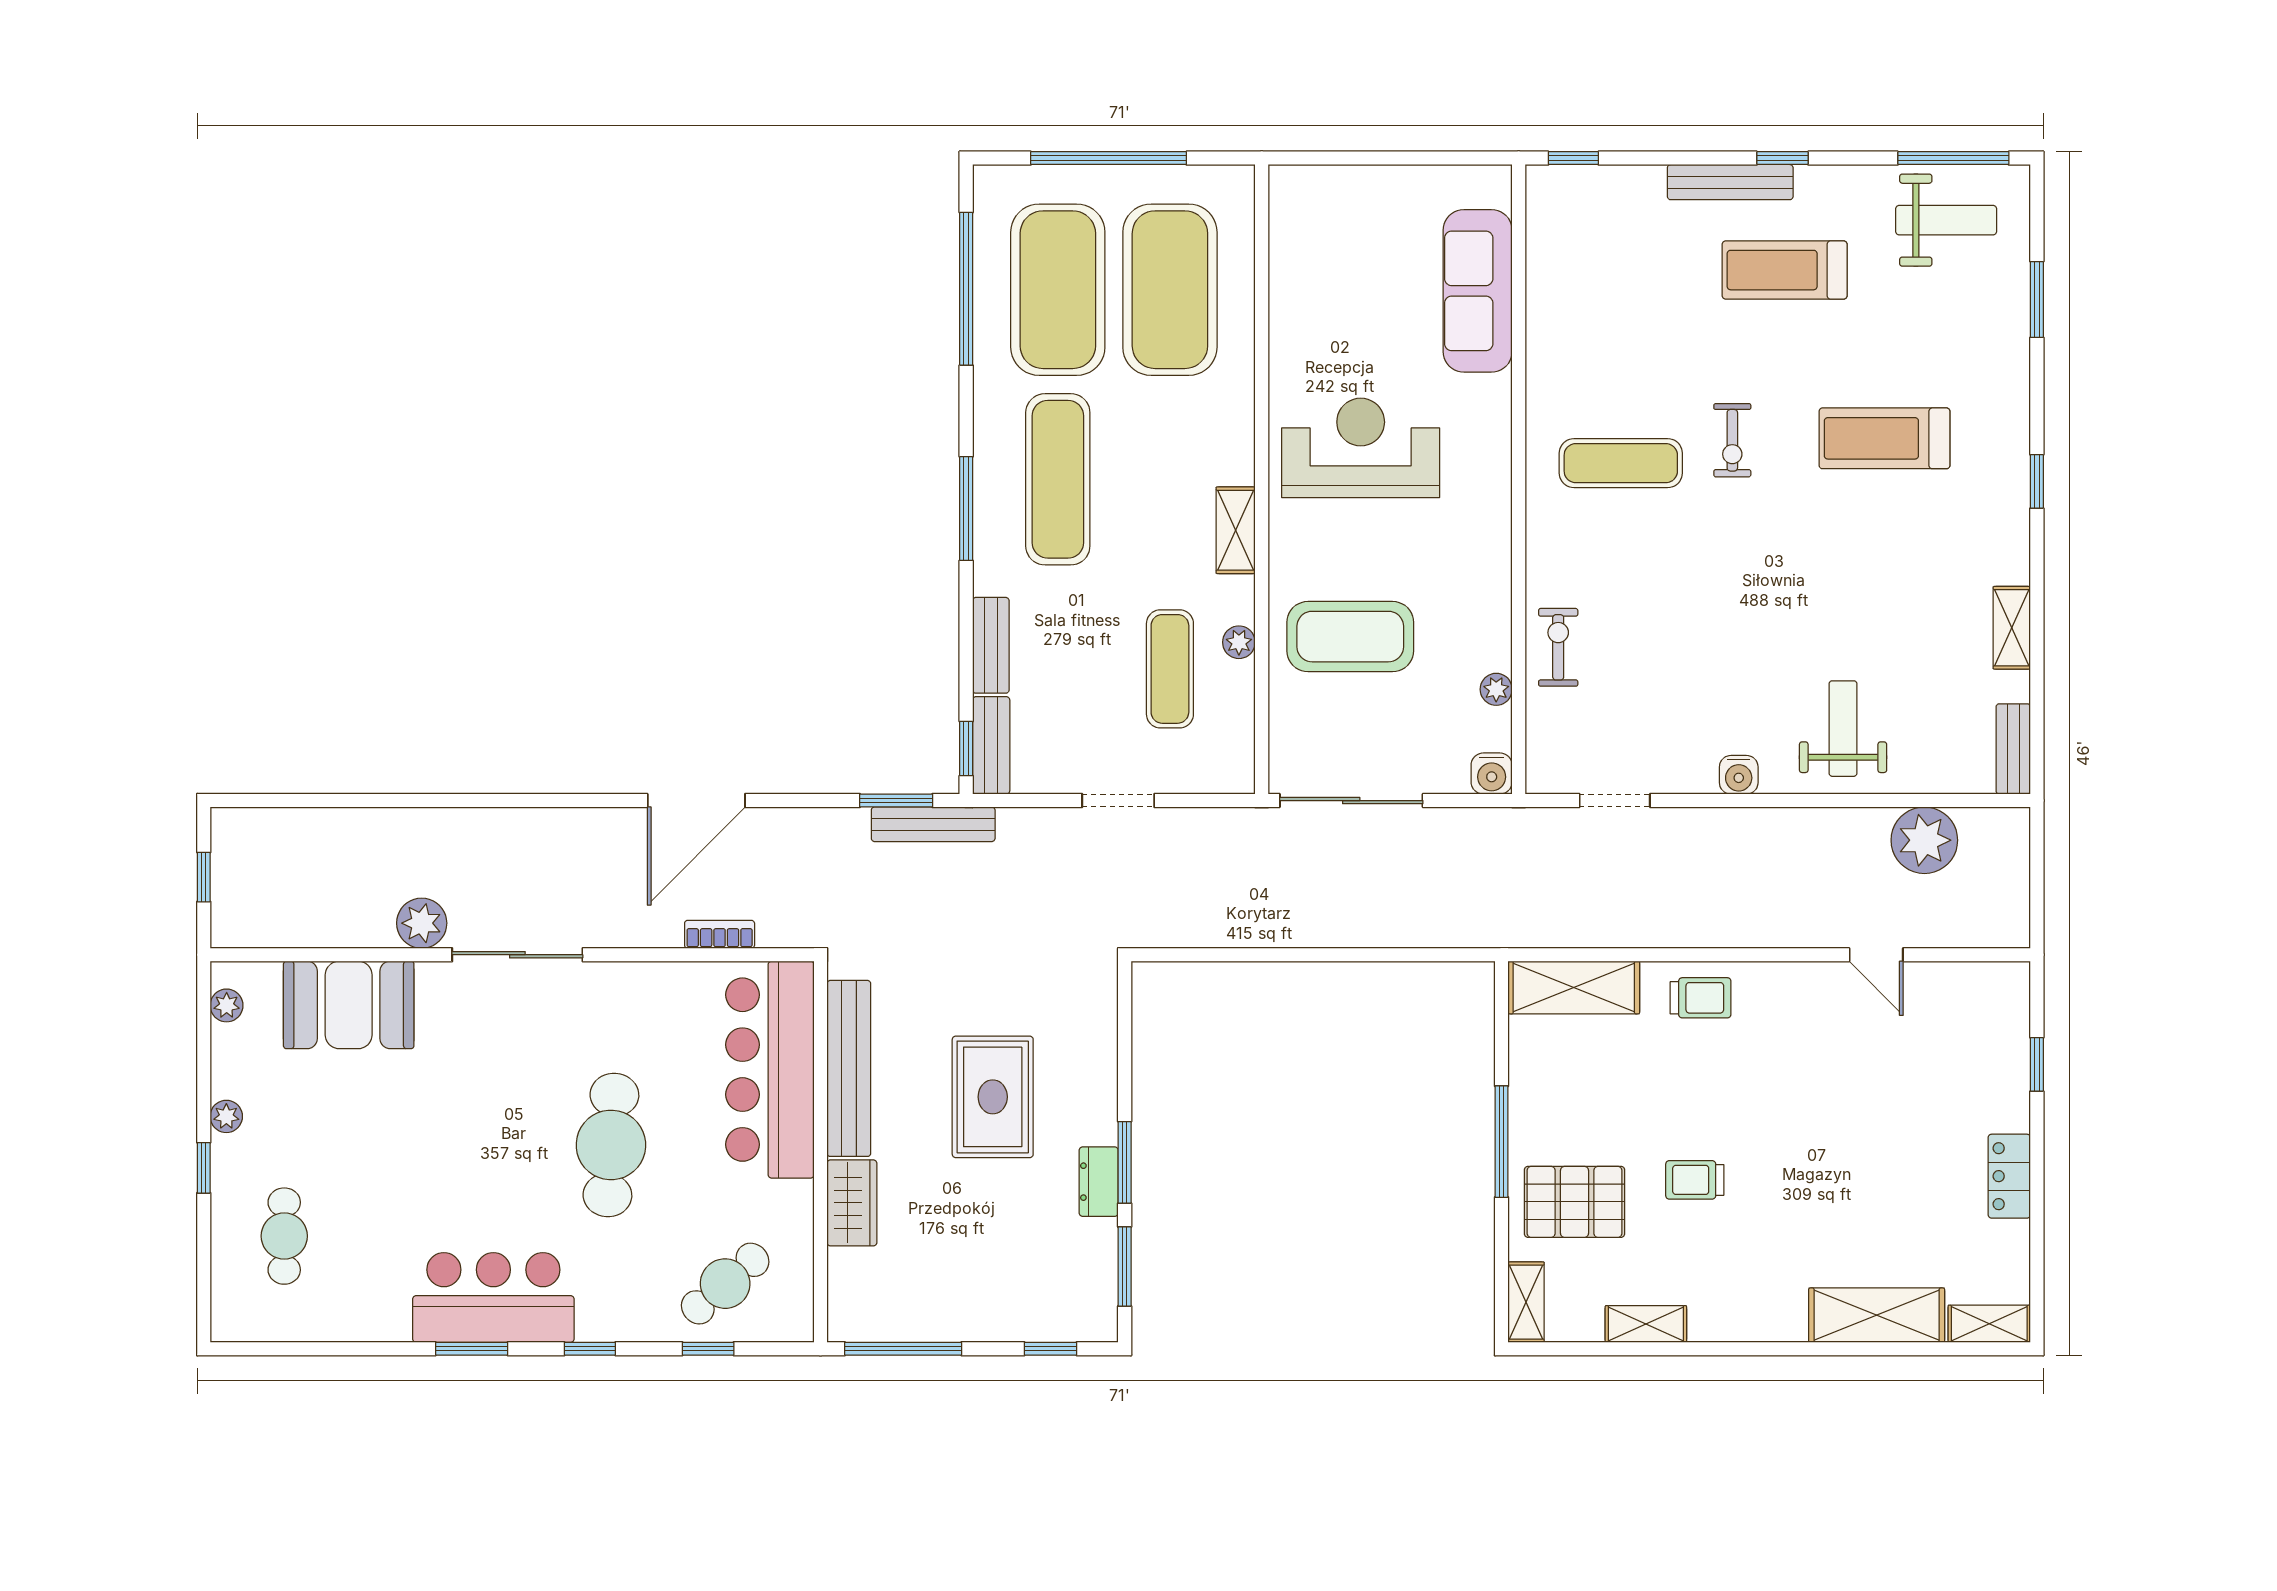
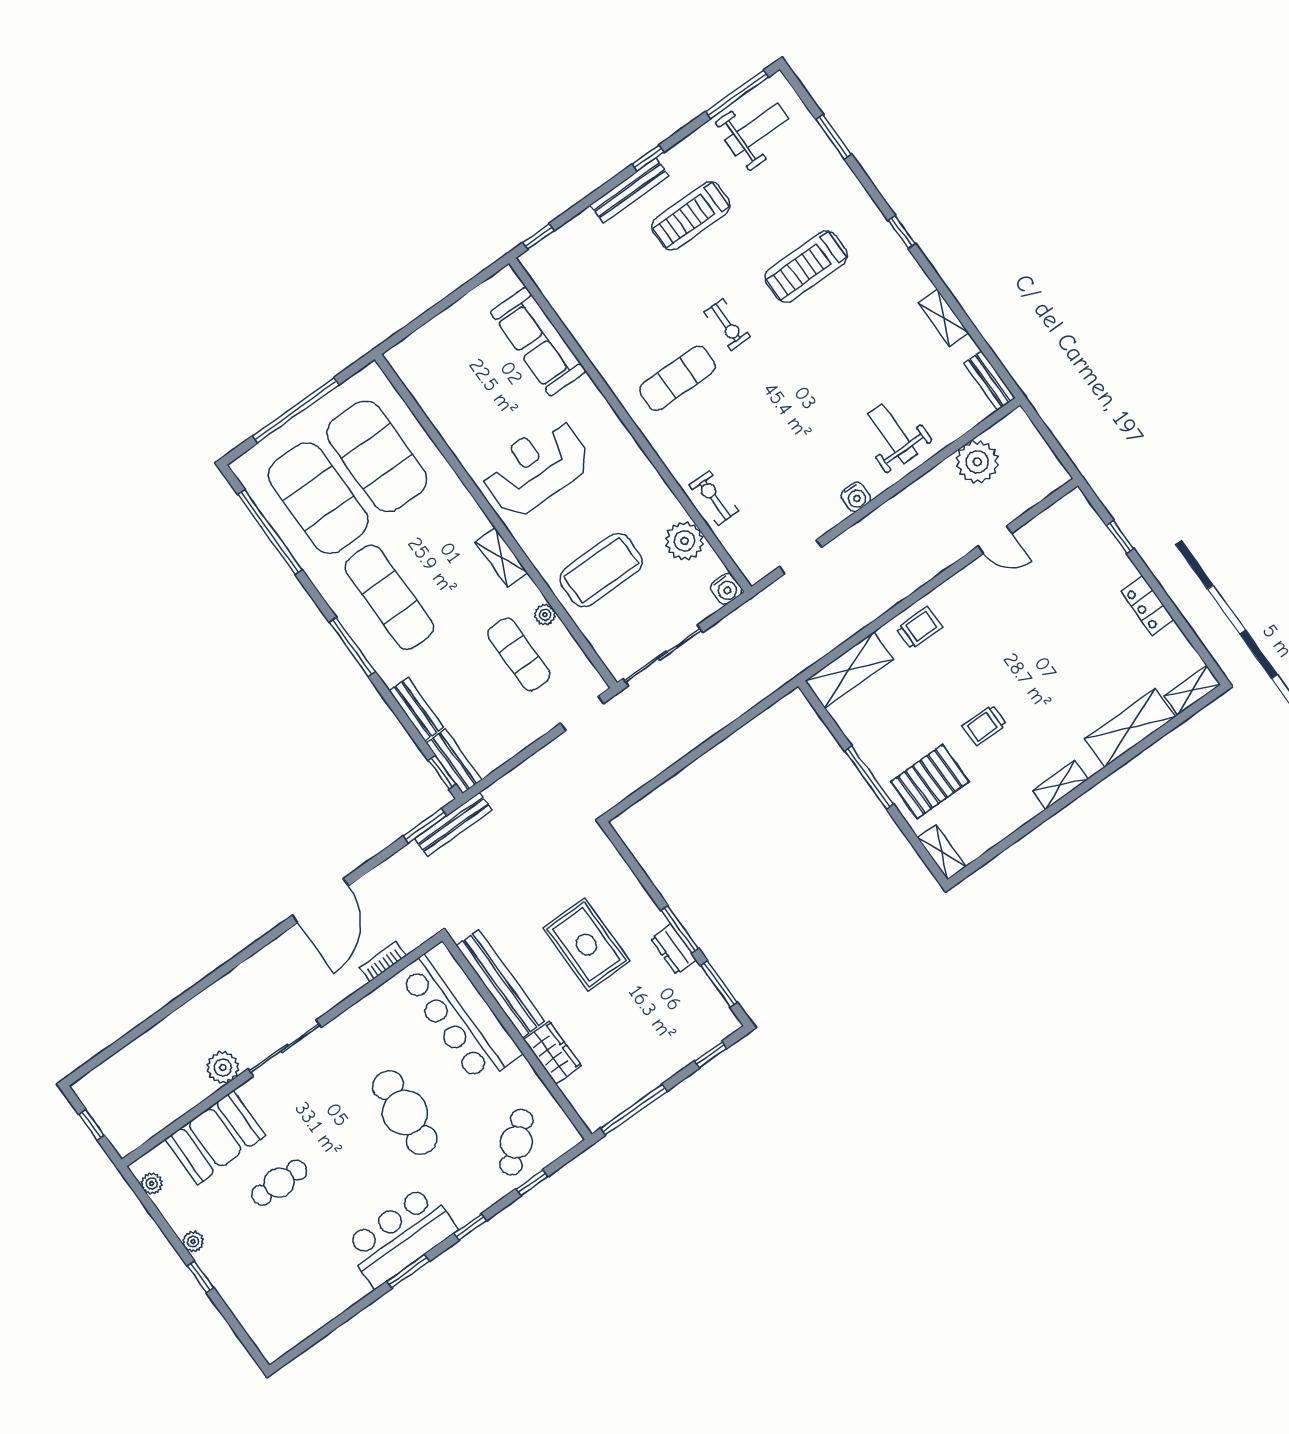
plant: (1496, 689) -> (684, 541), width x1.88, depth x1.88
doorway: (1118, 801) -> (582, 713), moved
cafe table: (284, 1236) -> (279, 1183), moved, turned 90
shelving: (1646, 1324) -> (1060, 785), moved

